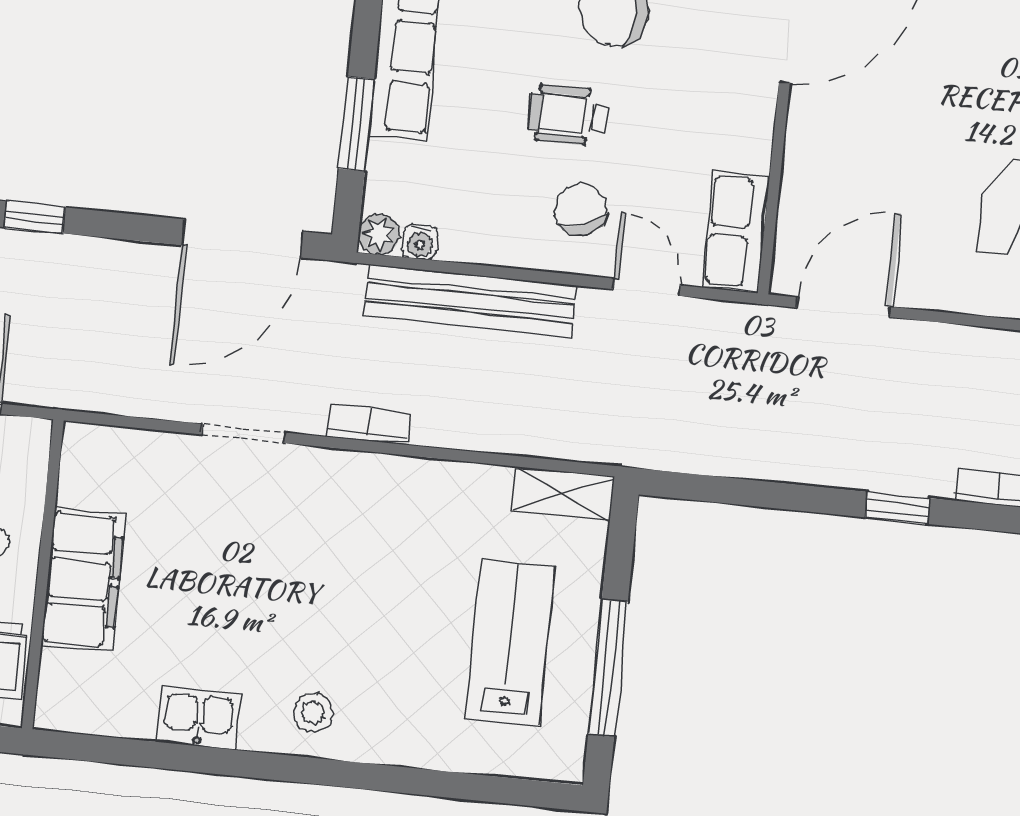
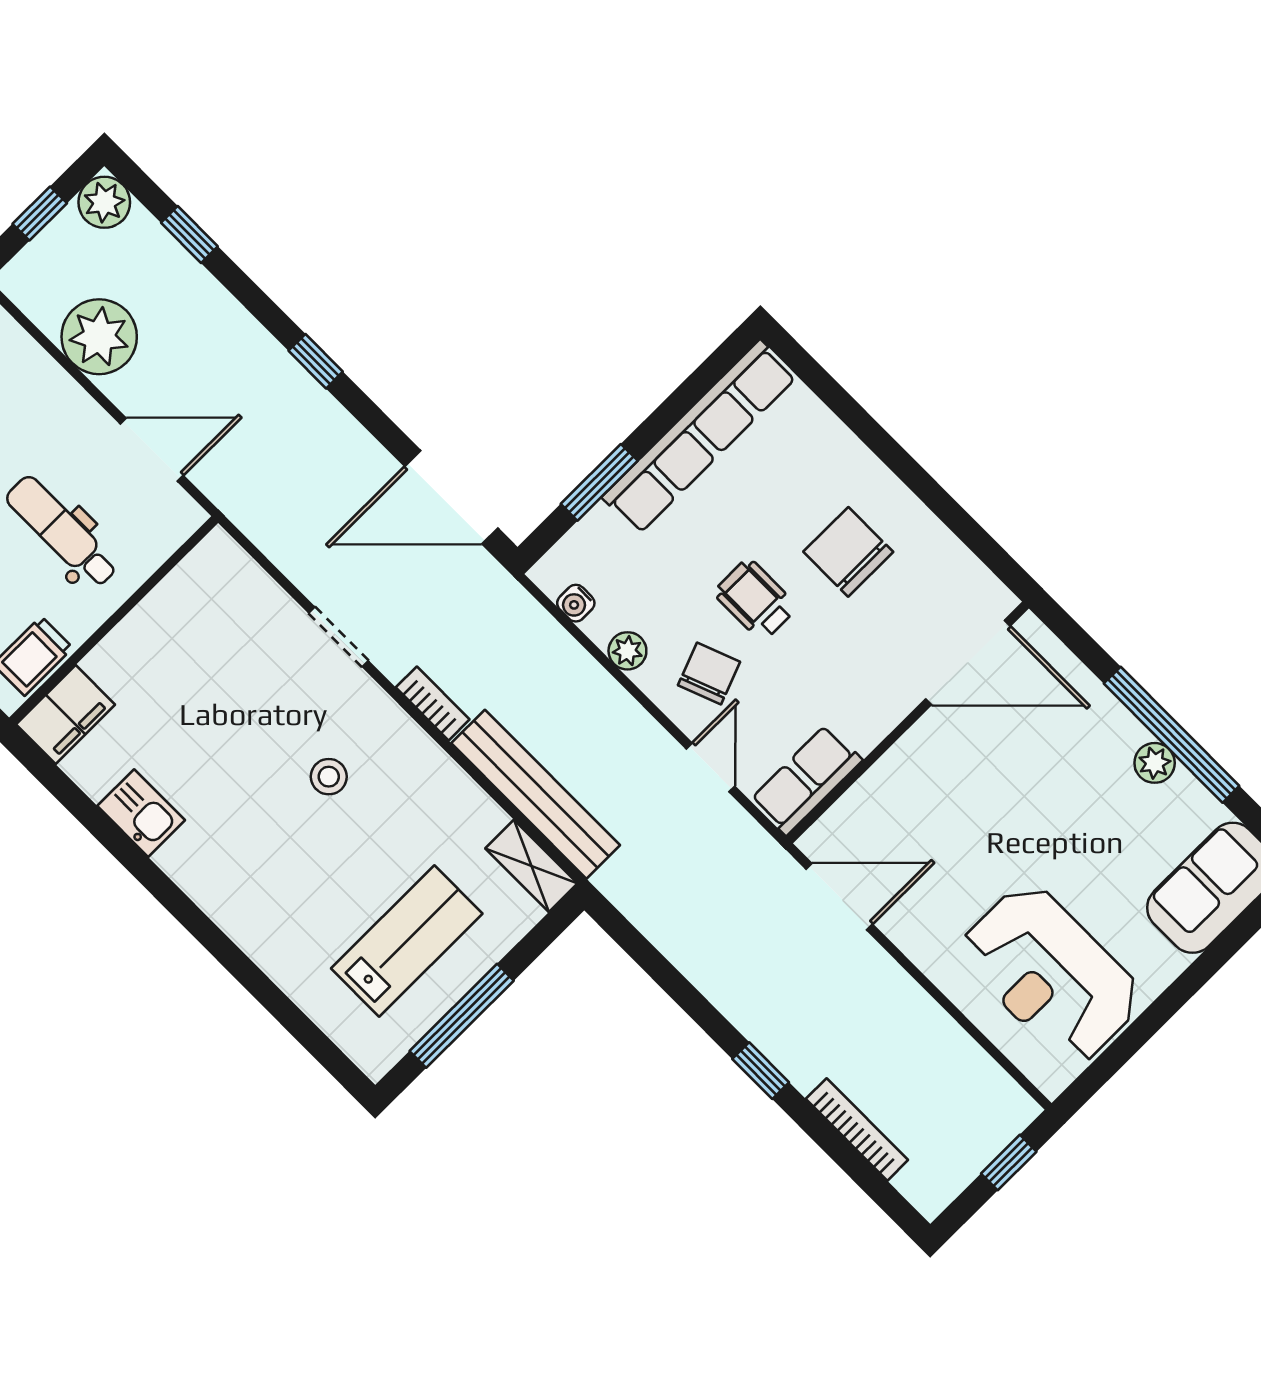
plant: (379, 234) -> (627, 651), moved
bench: (470, 301) -> (536, 794), moved
filing cabinet: (83, 579) -> (66, 715), moved, width x0.67, depth x0.86
stool: (313, 713) -> (329, 777), moved

